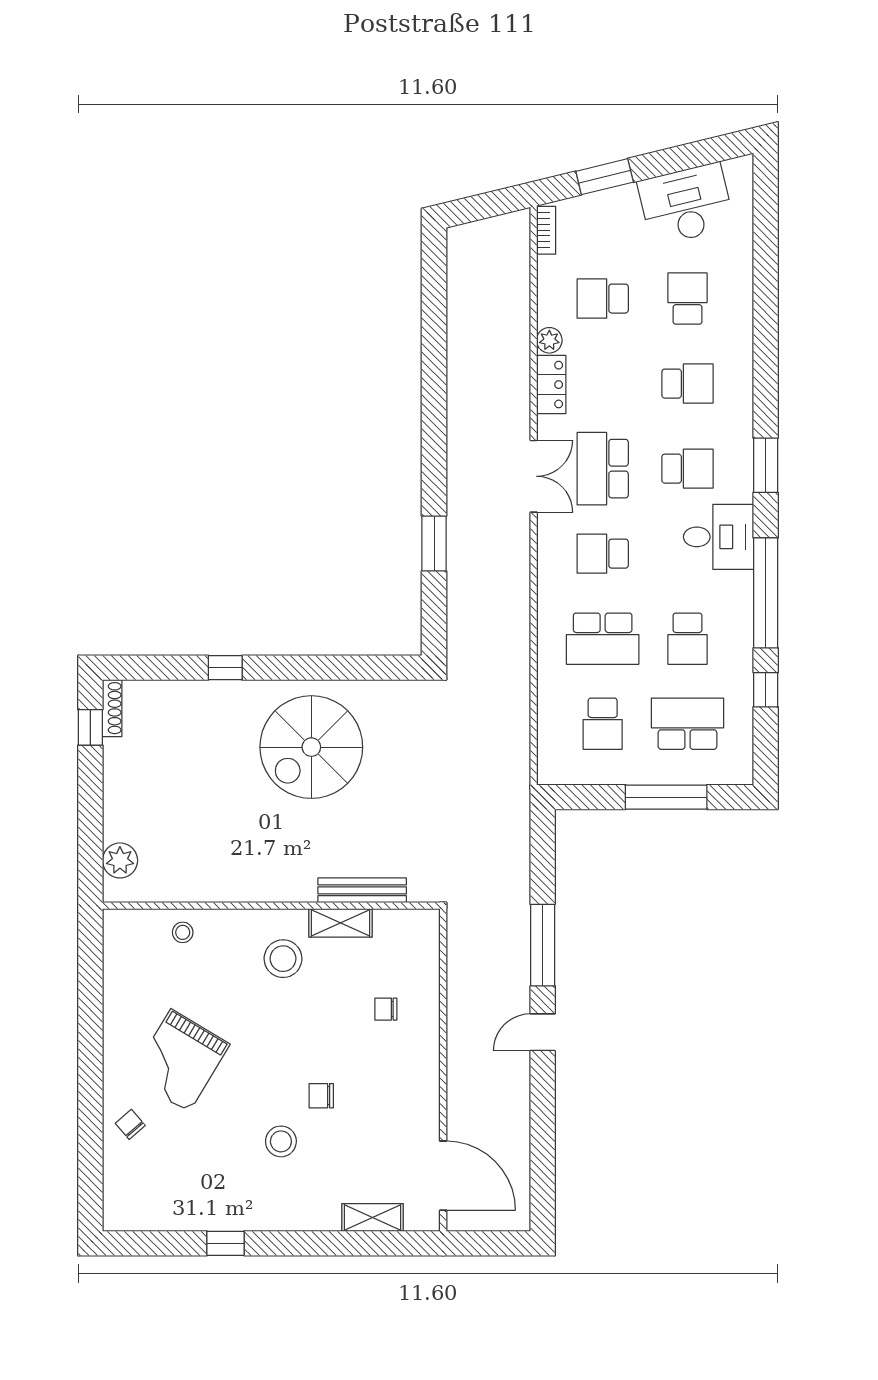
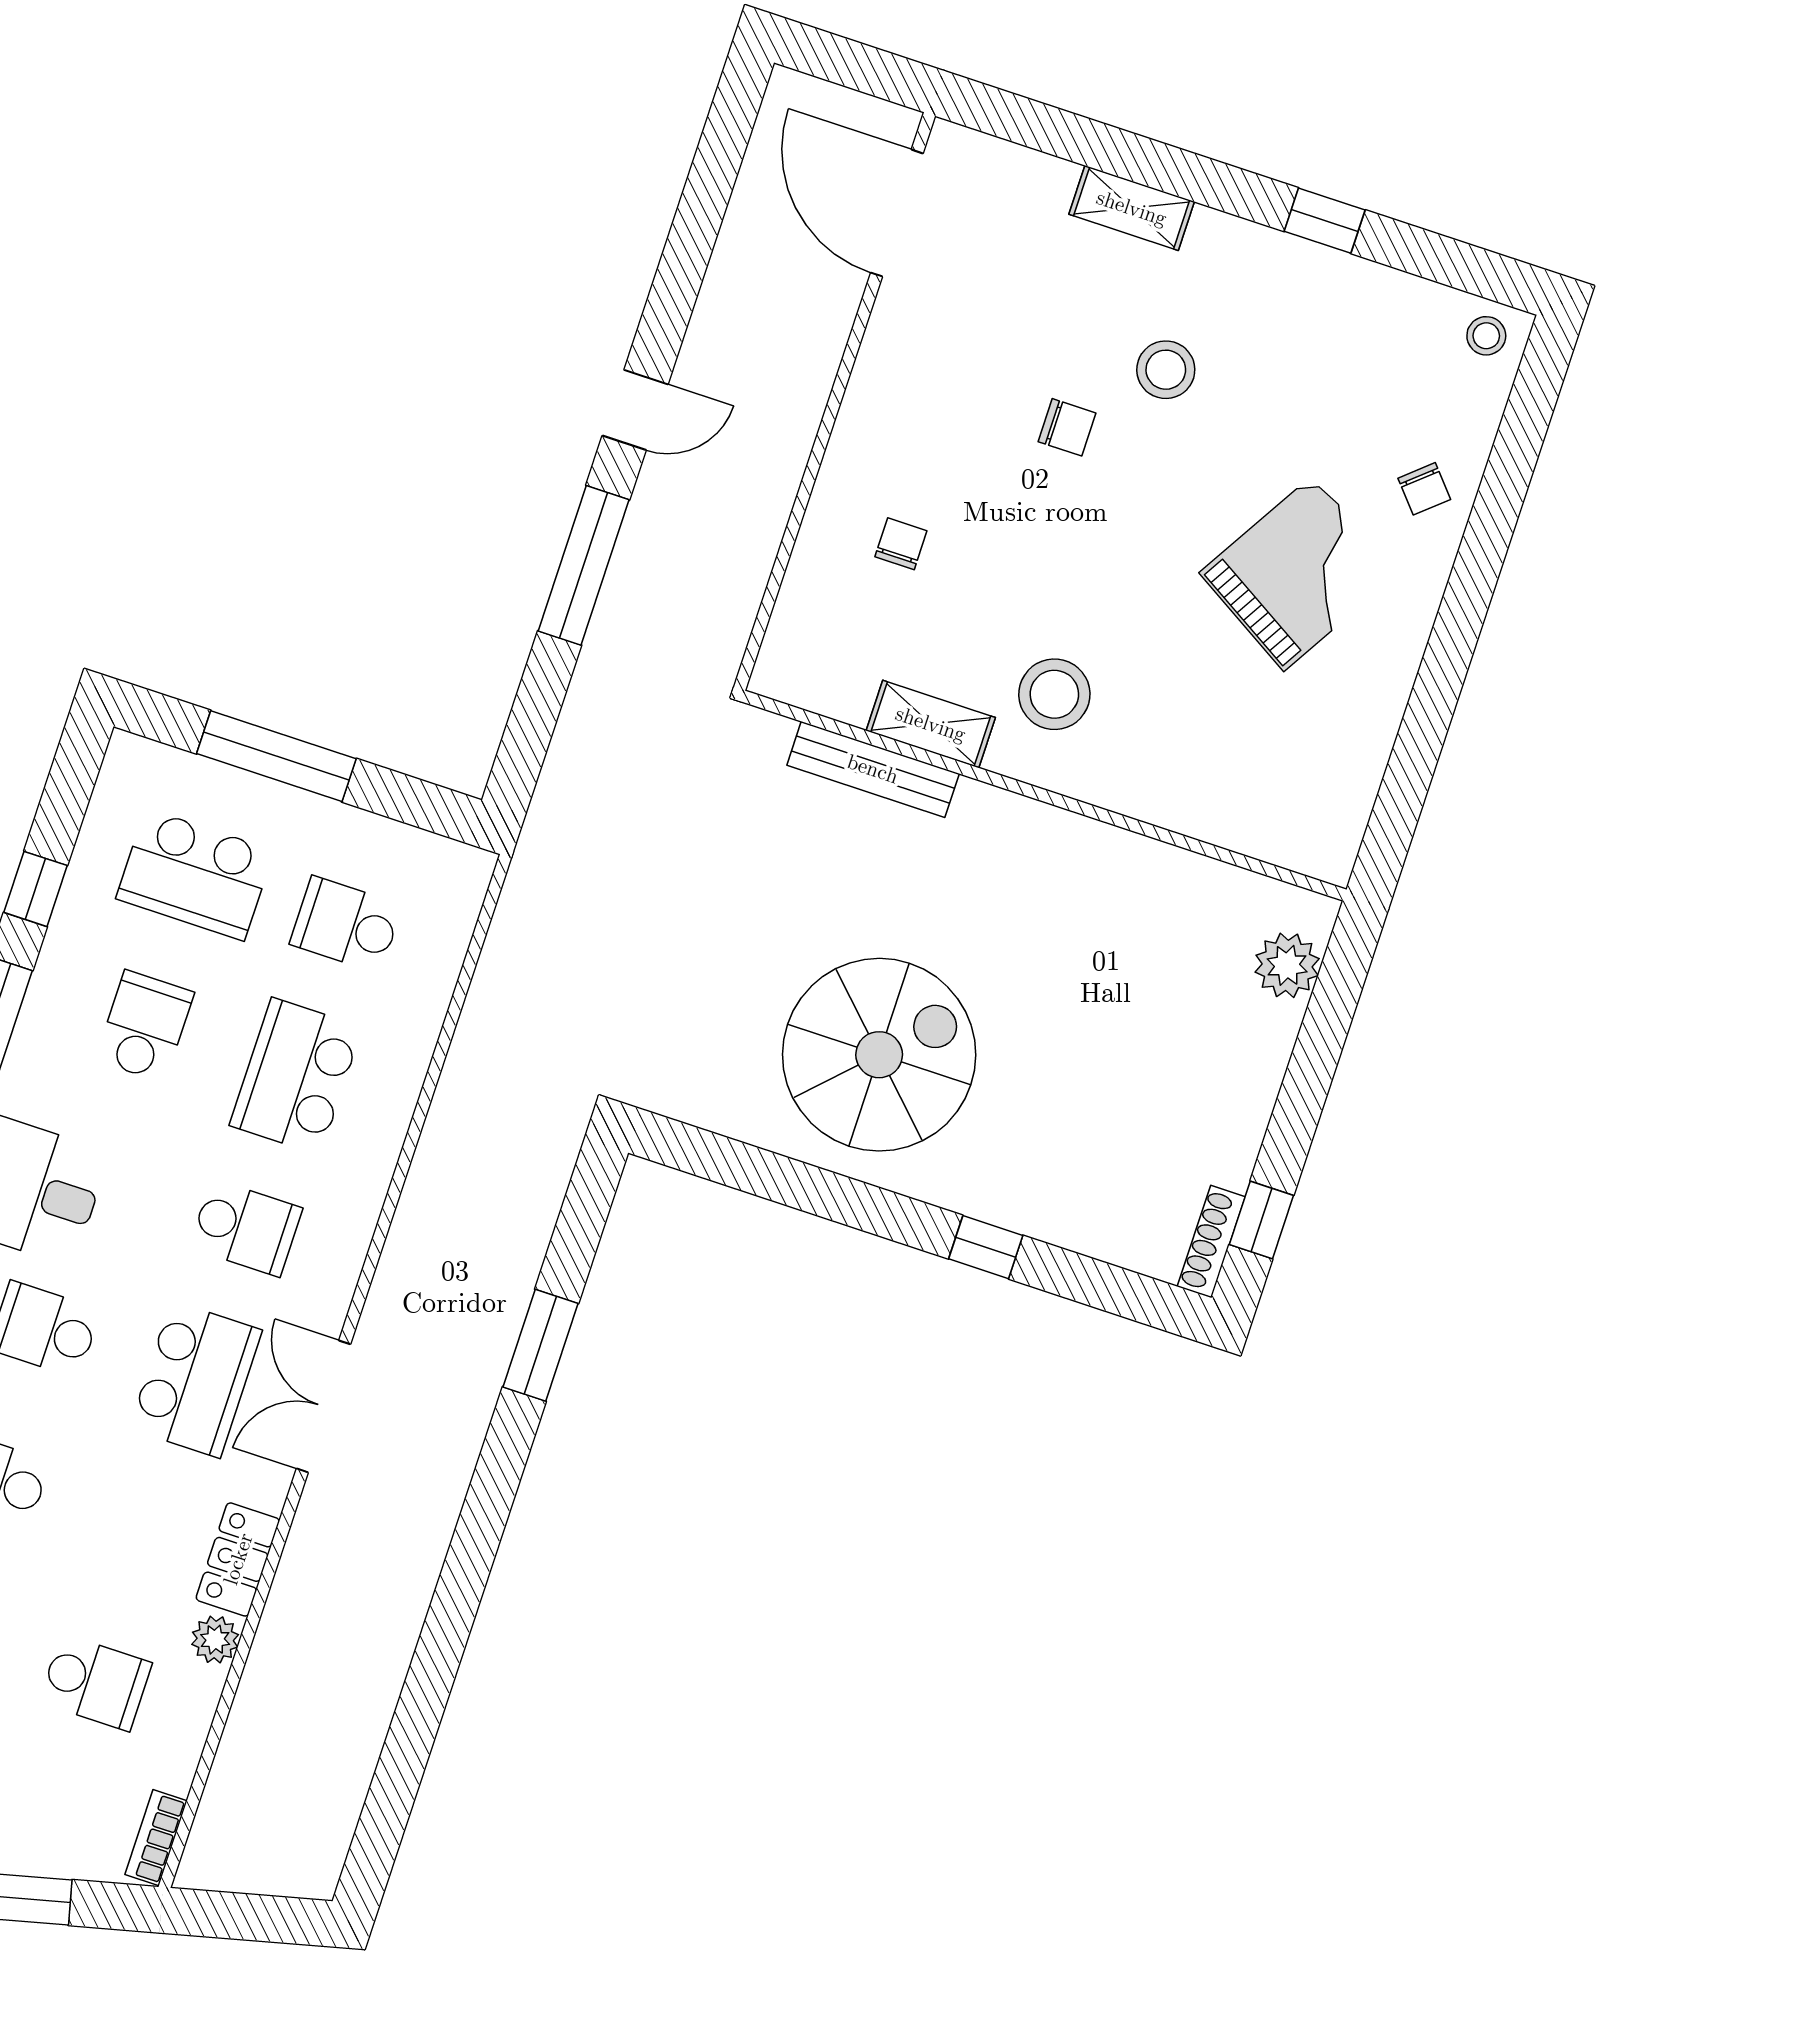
school desk: (603, 639) -> (296, 1076), turned -90
school desk: (603, 724) -> (346, 925), turned -90
stool: (183, 932) -> (1486, 336), moved
chair: (386, 1009) -> (901, 544), turned -90
shelving: (373, 1218) -> (1132, 208), moved

